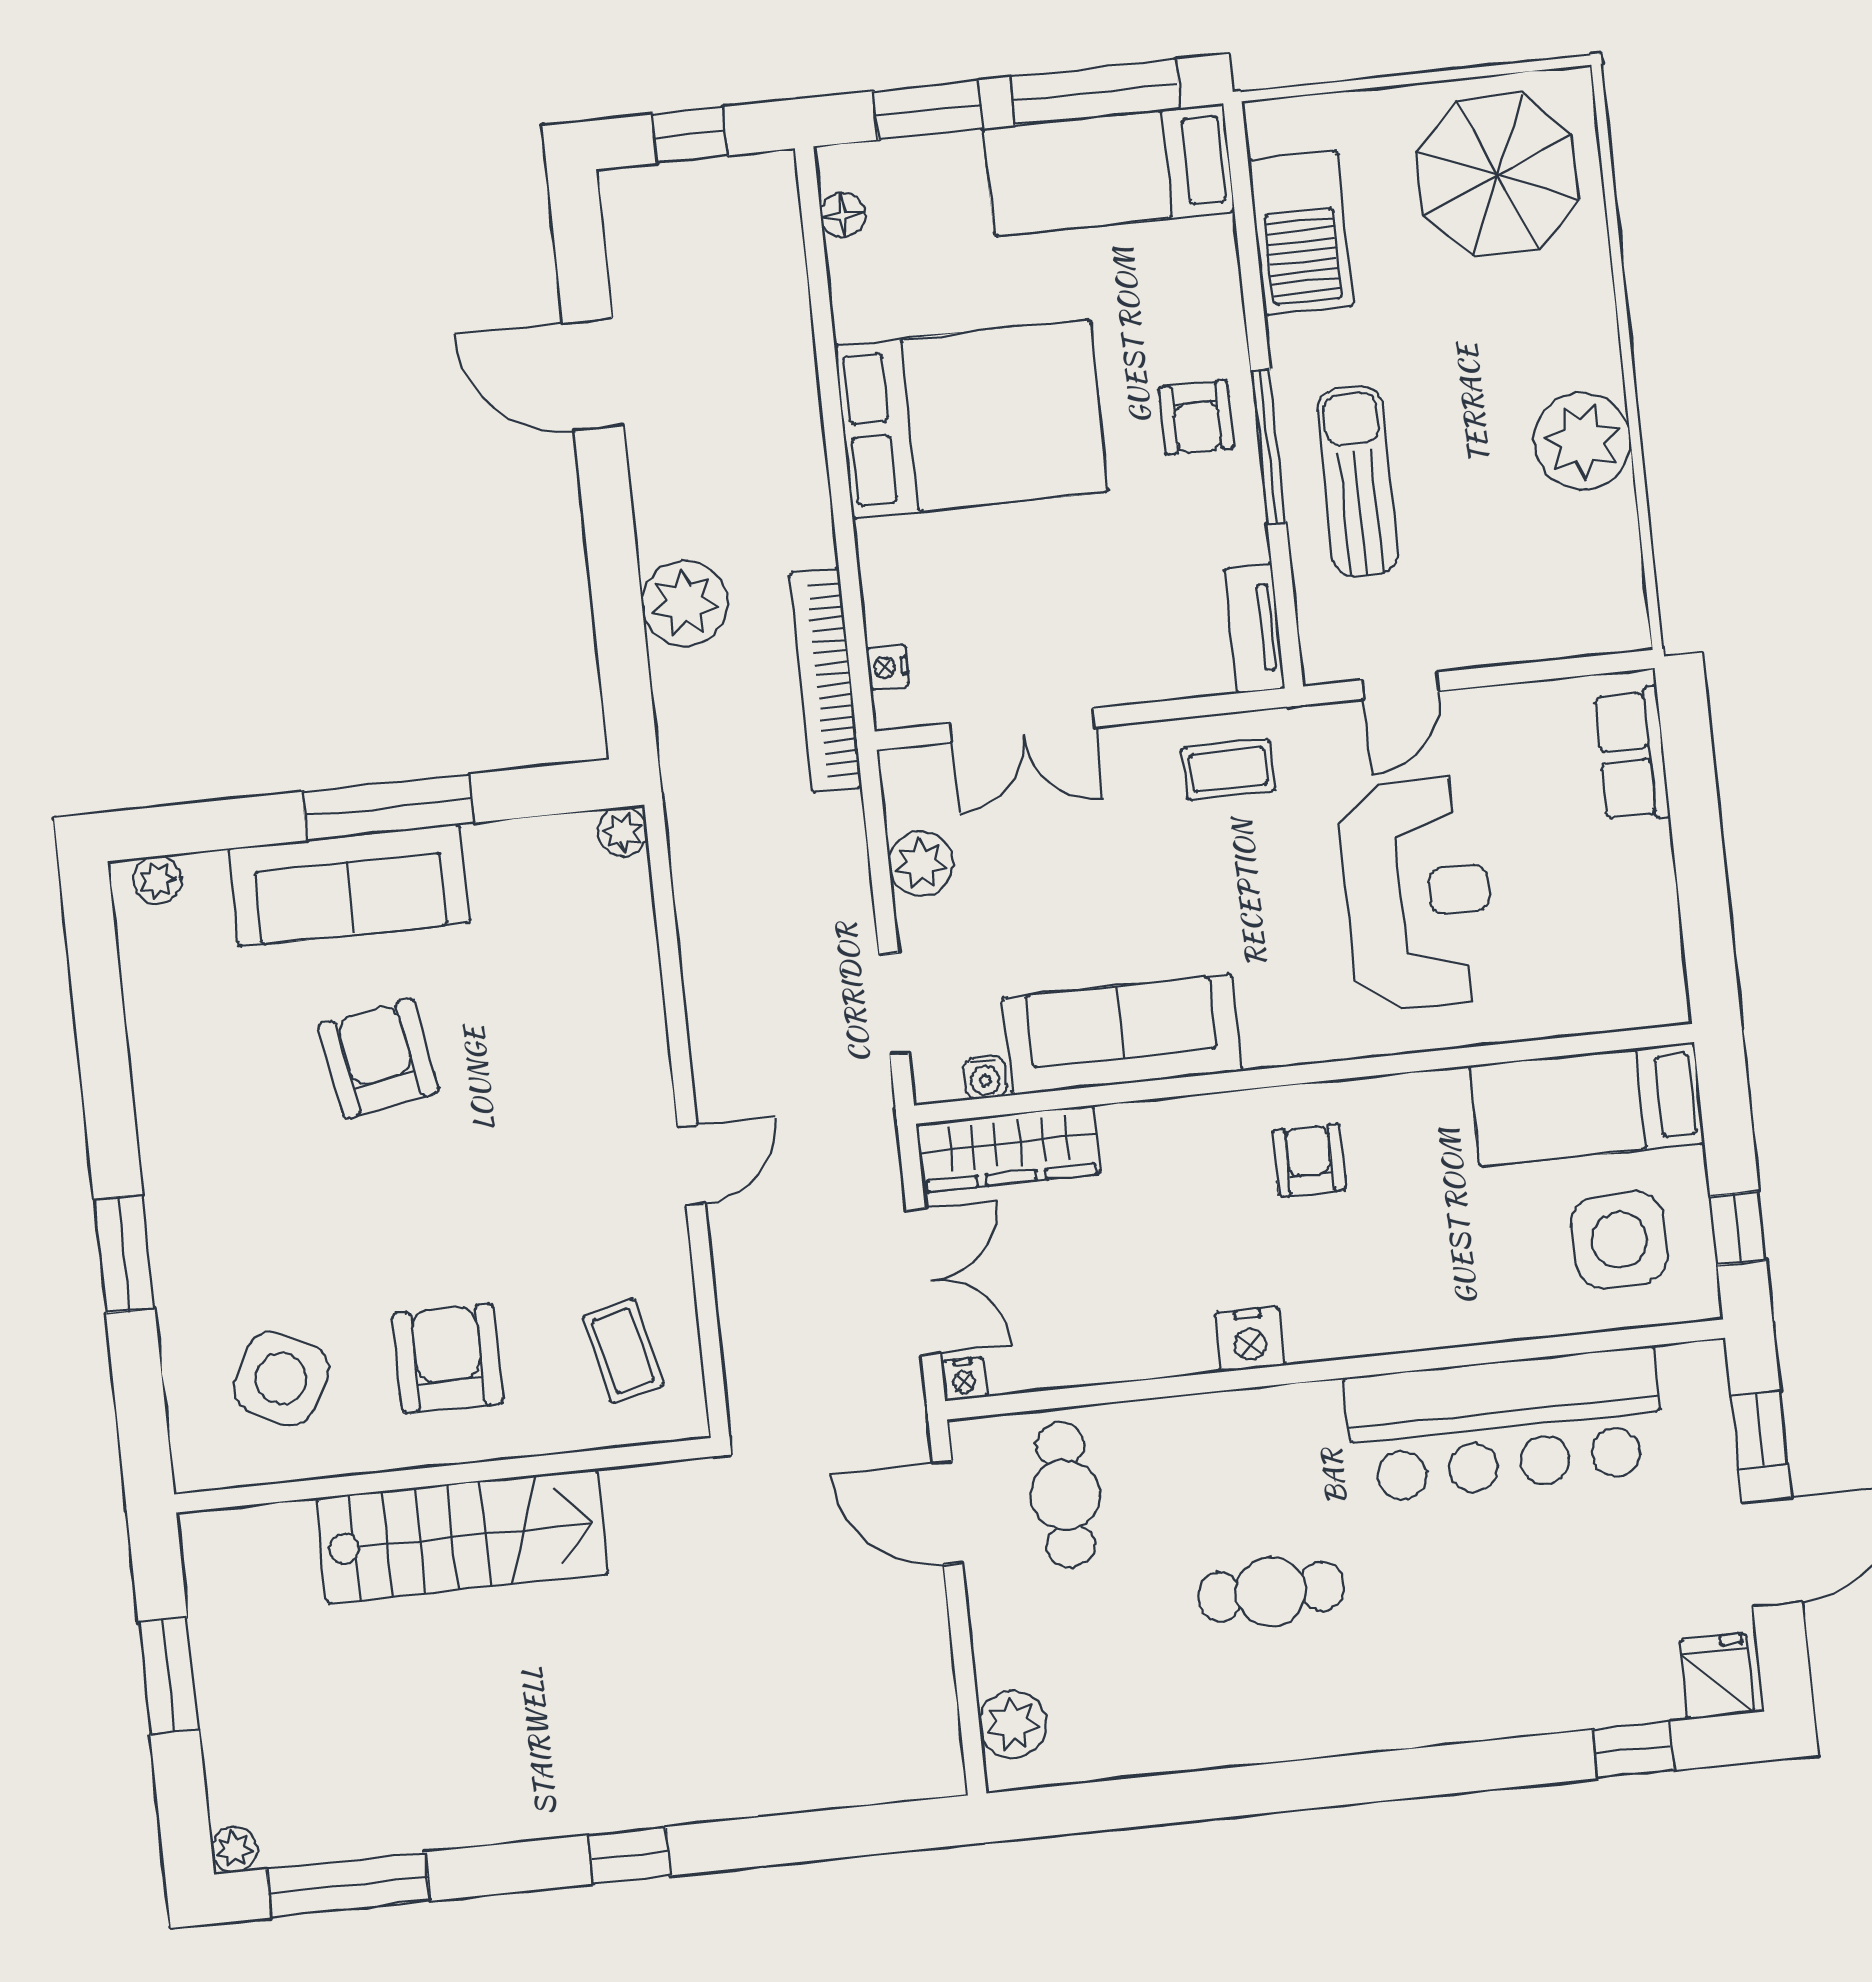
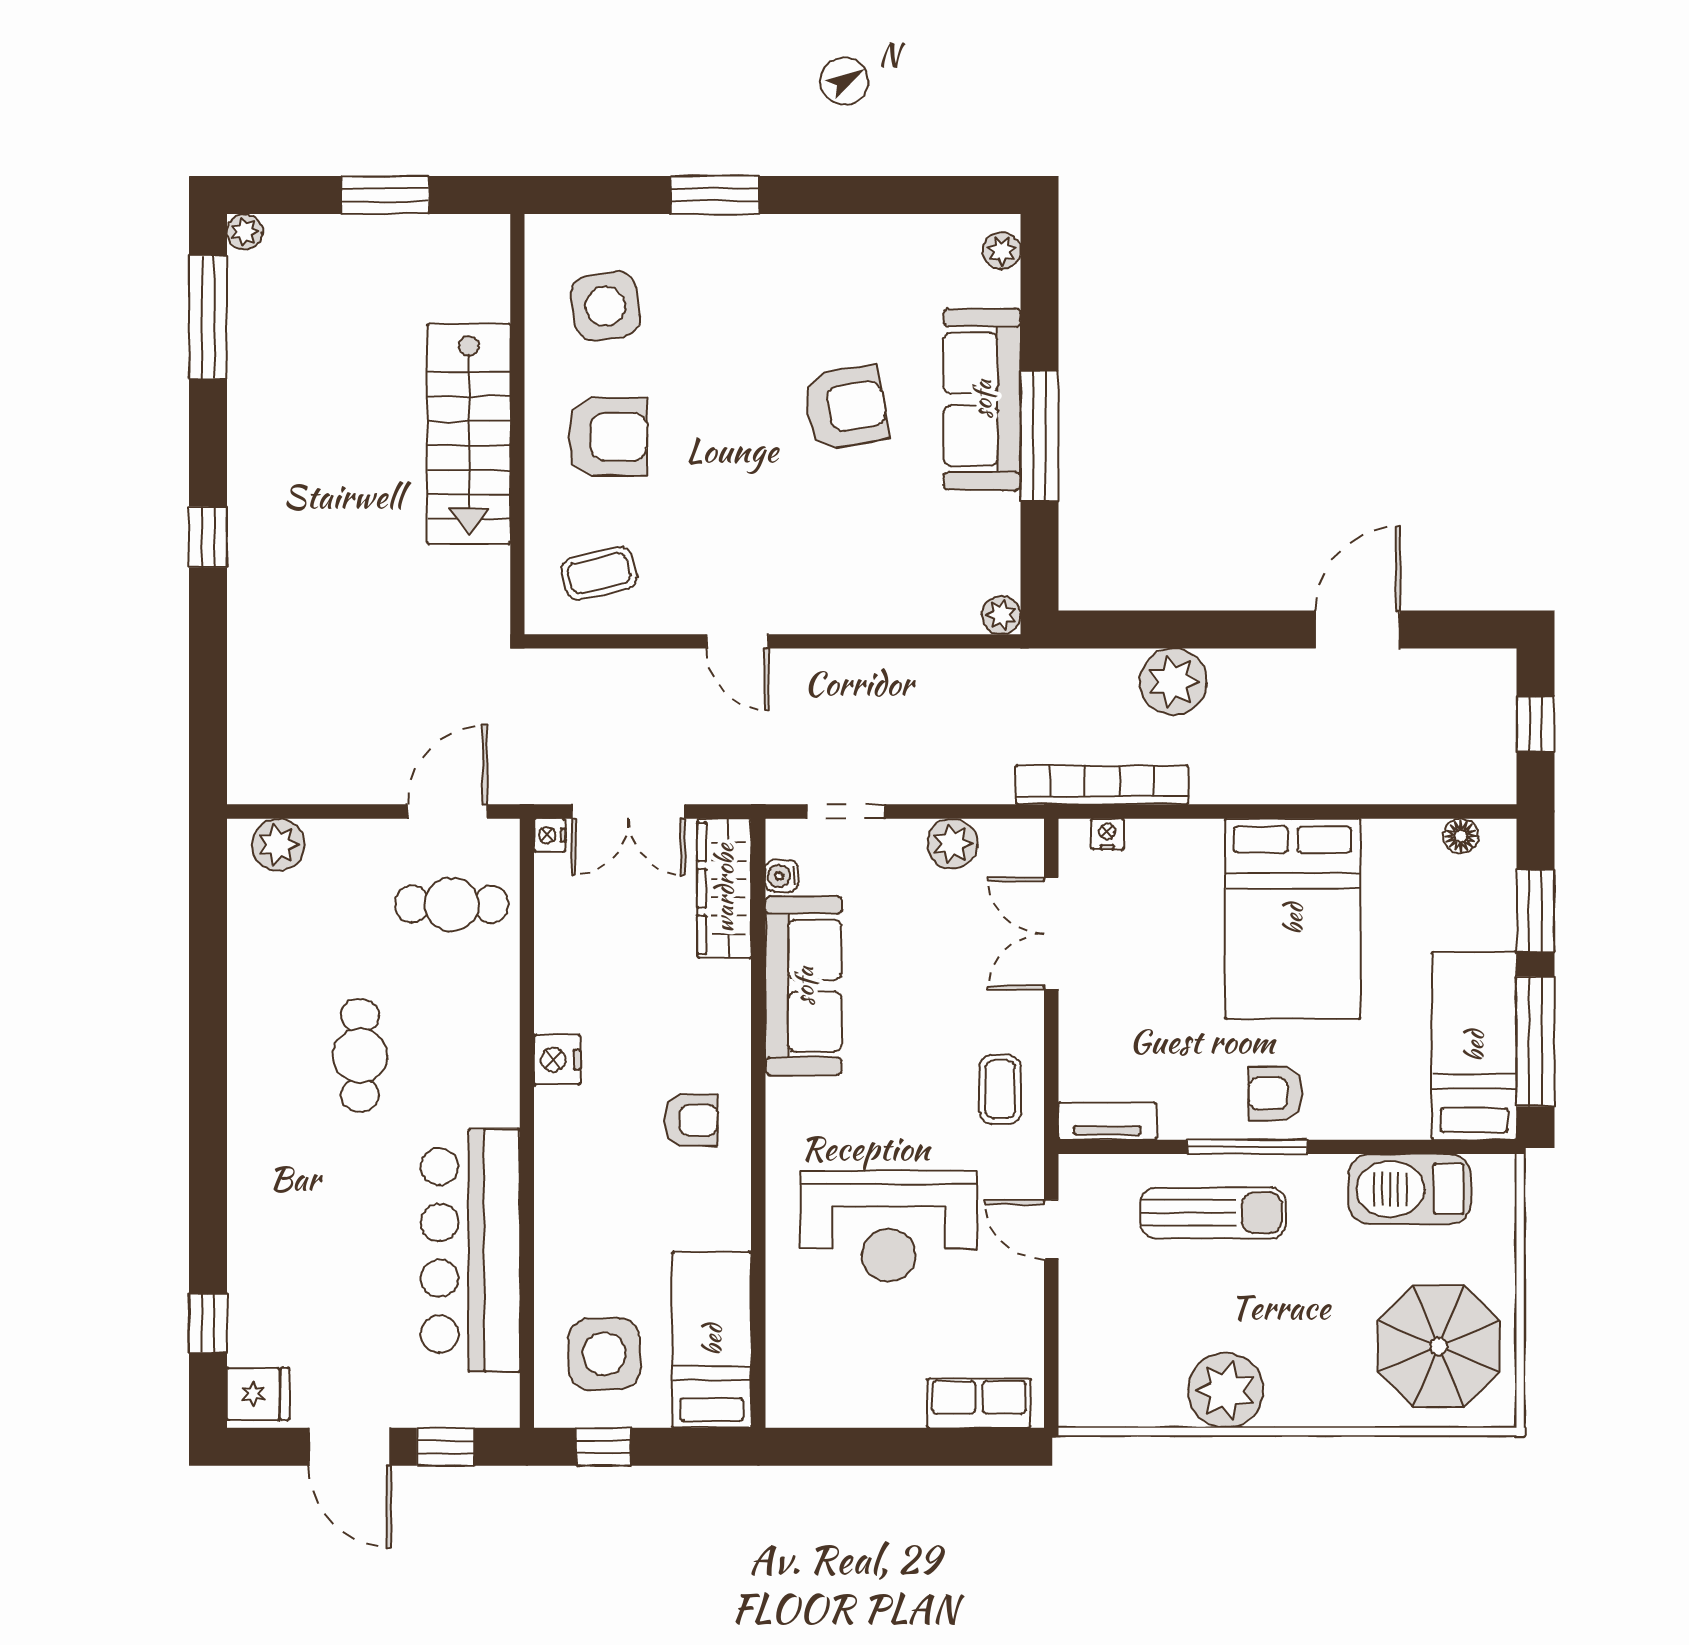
side table: (281, 1379) -> (605, 306), turned -37

